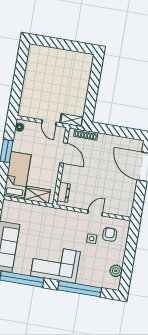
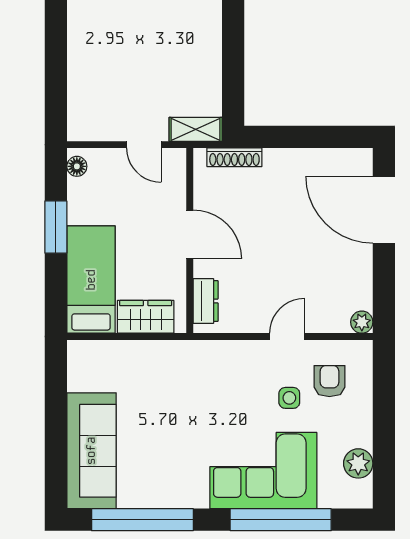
door: (63, 153) -> (190, 234), moved
plant: (127, 212) -> (362, 322), added
corner sofa: (55, 264) -> (263, 471), moved

